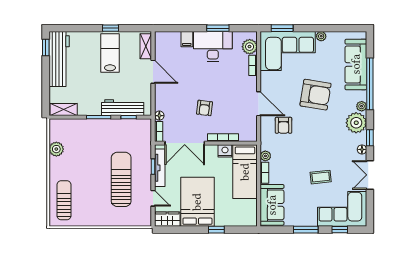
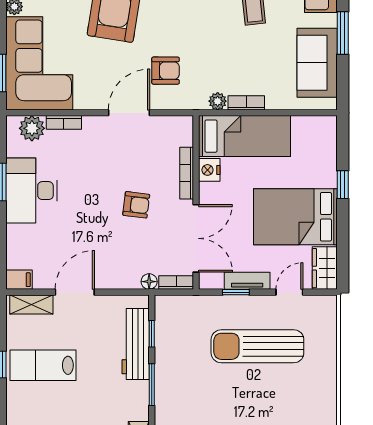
filing cabinet: (187, 39) -> (19, 280), moved
tv unit: (160, 168) -> (247, 281), width x0.71
sofa: (272, 205) -> (317, 63), moved, turned -90

